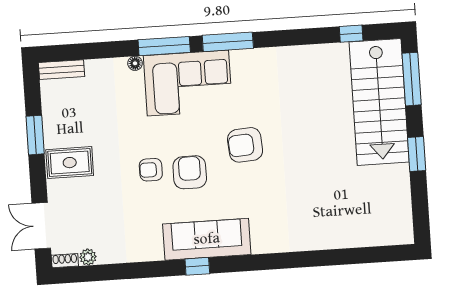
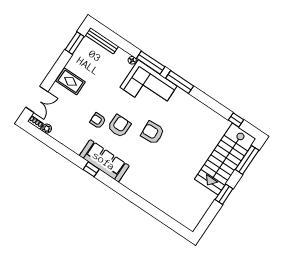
bench: (61, 70) -> (102, 41), width x1.36
window: (35, 135) -> (75, 43), moved
armchair: (151, 170) -> (98, 121), moved
double door: (41, 226) -> (37, 99), swing flipped

